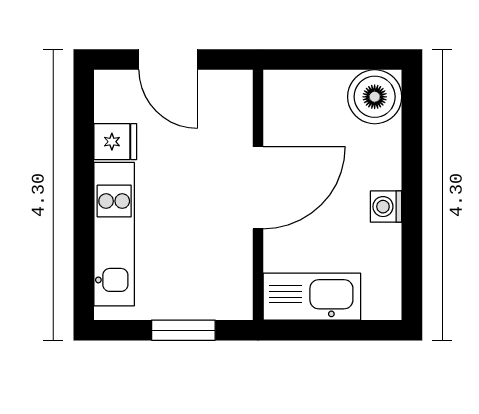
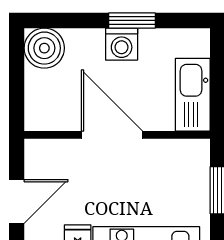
washing machine: (386, 207) -> (122, 44), width x1.38, depth x1.38
window: (412, 215) -> (132, 20), added

